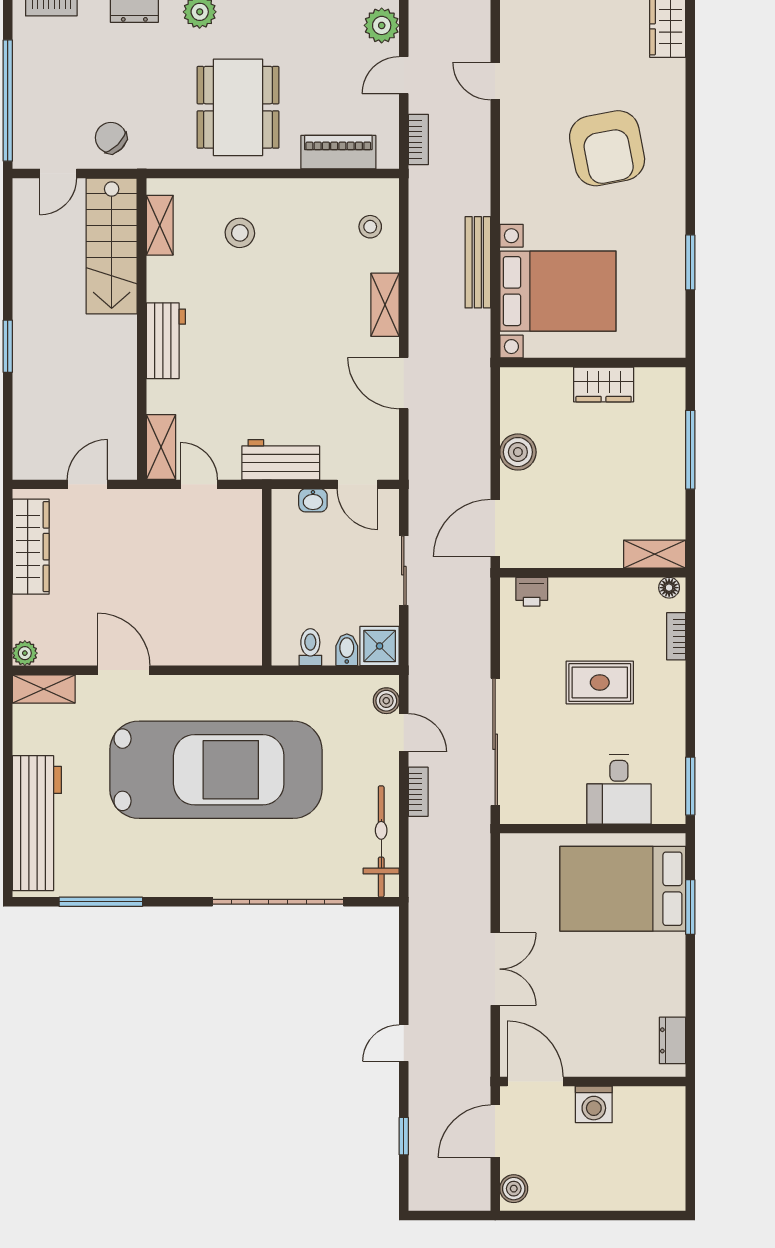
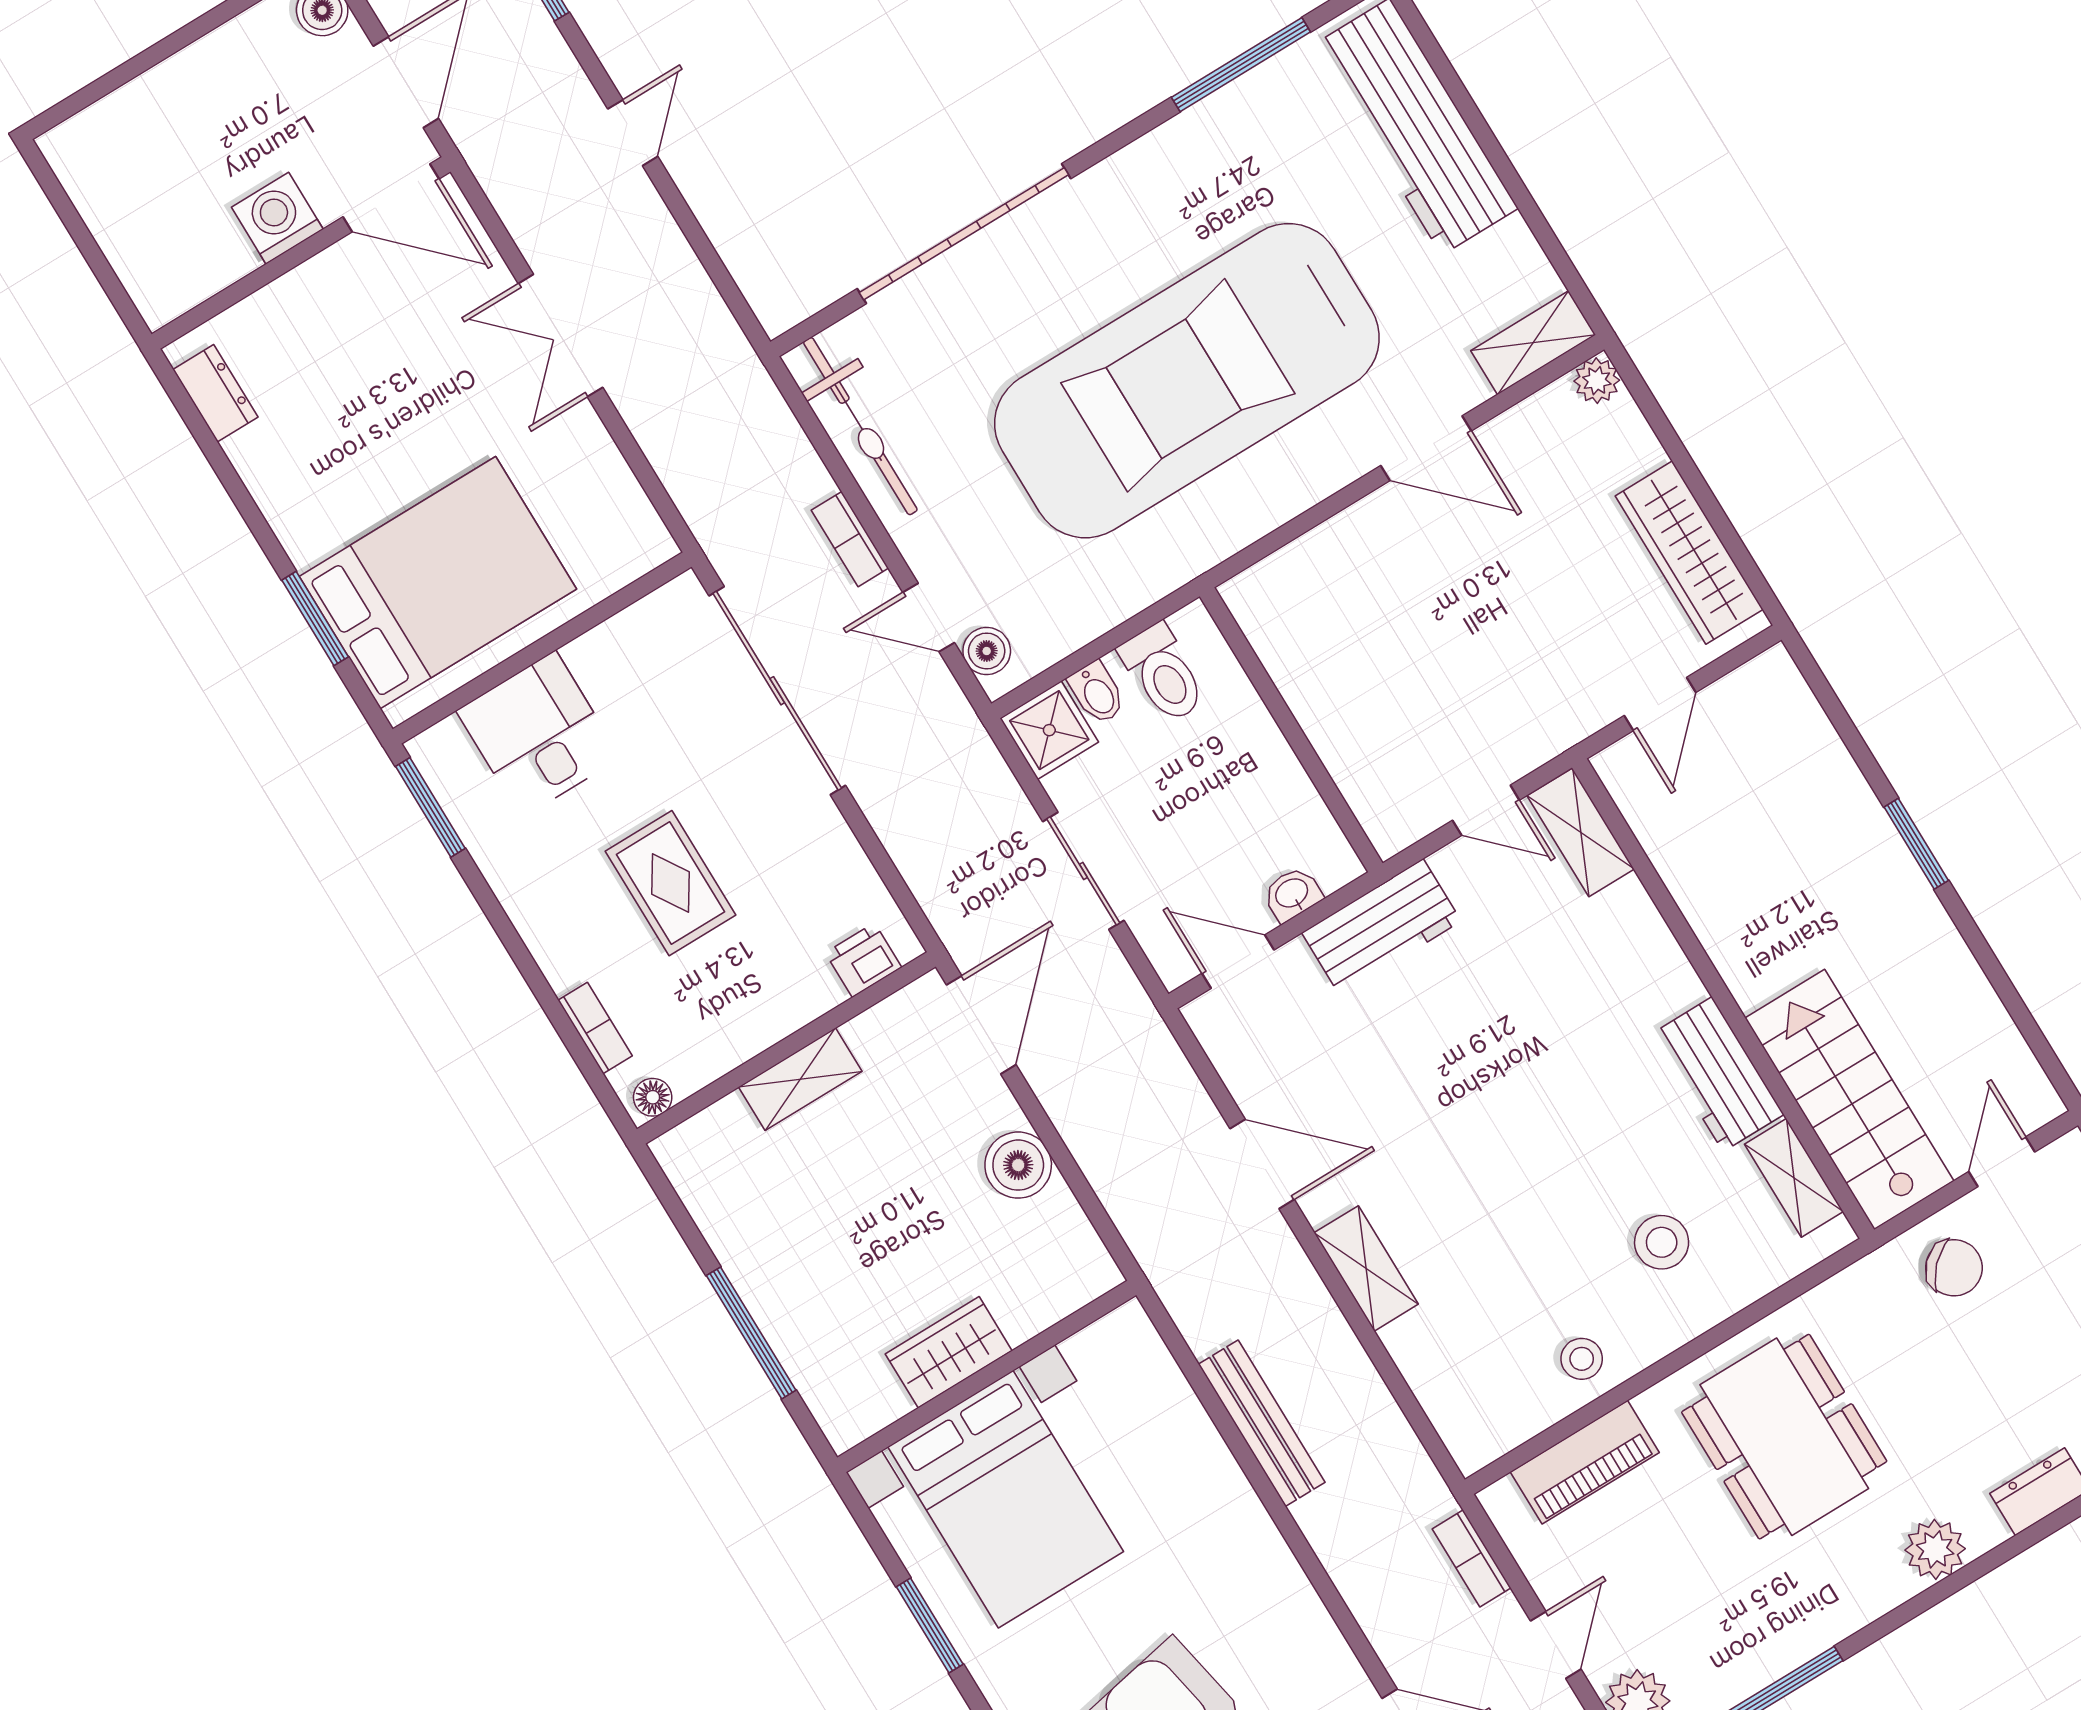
stool: (370, 227) -> (1582, 1359), moved
bed with nightstands: (558, 291) -> (1006, 1499), moved, turned -90
workbench: (166, 341) -> (1718, 1074), moved
shelving: (655, 554) -> (800, 1079), moved
toilet: (310, 647) -> (1163, 673), width x1.37, depth x1.39
rug: (600, 682) -> (671, 883), turned 90

